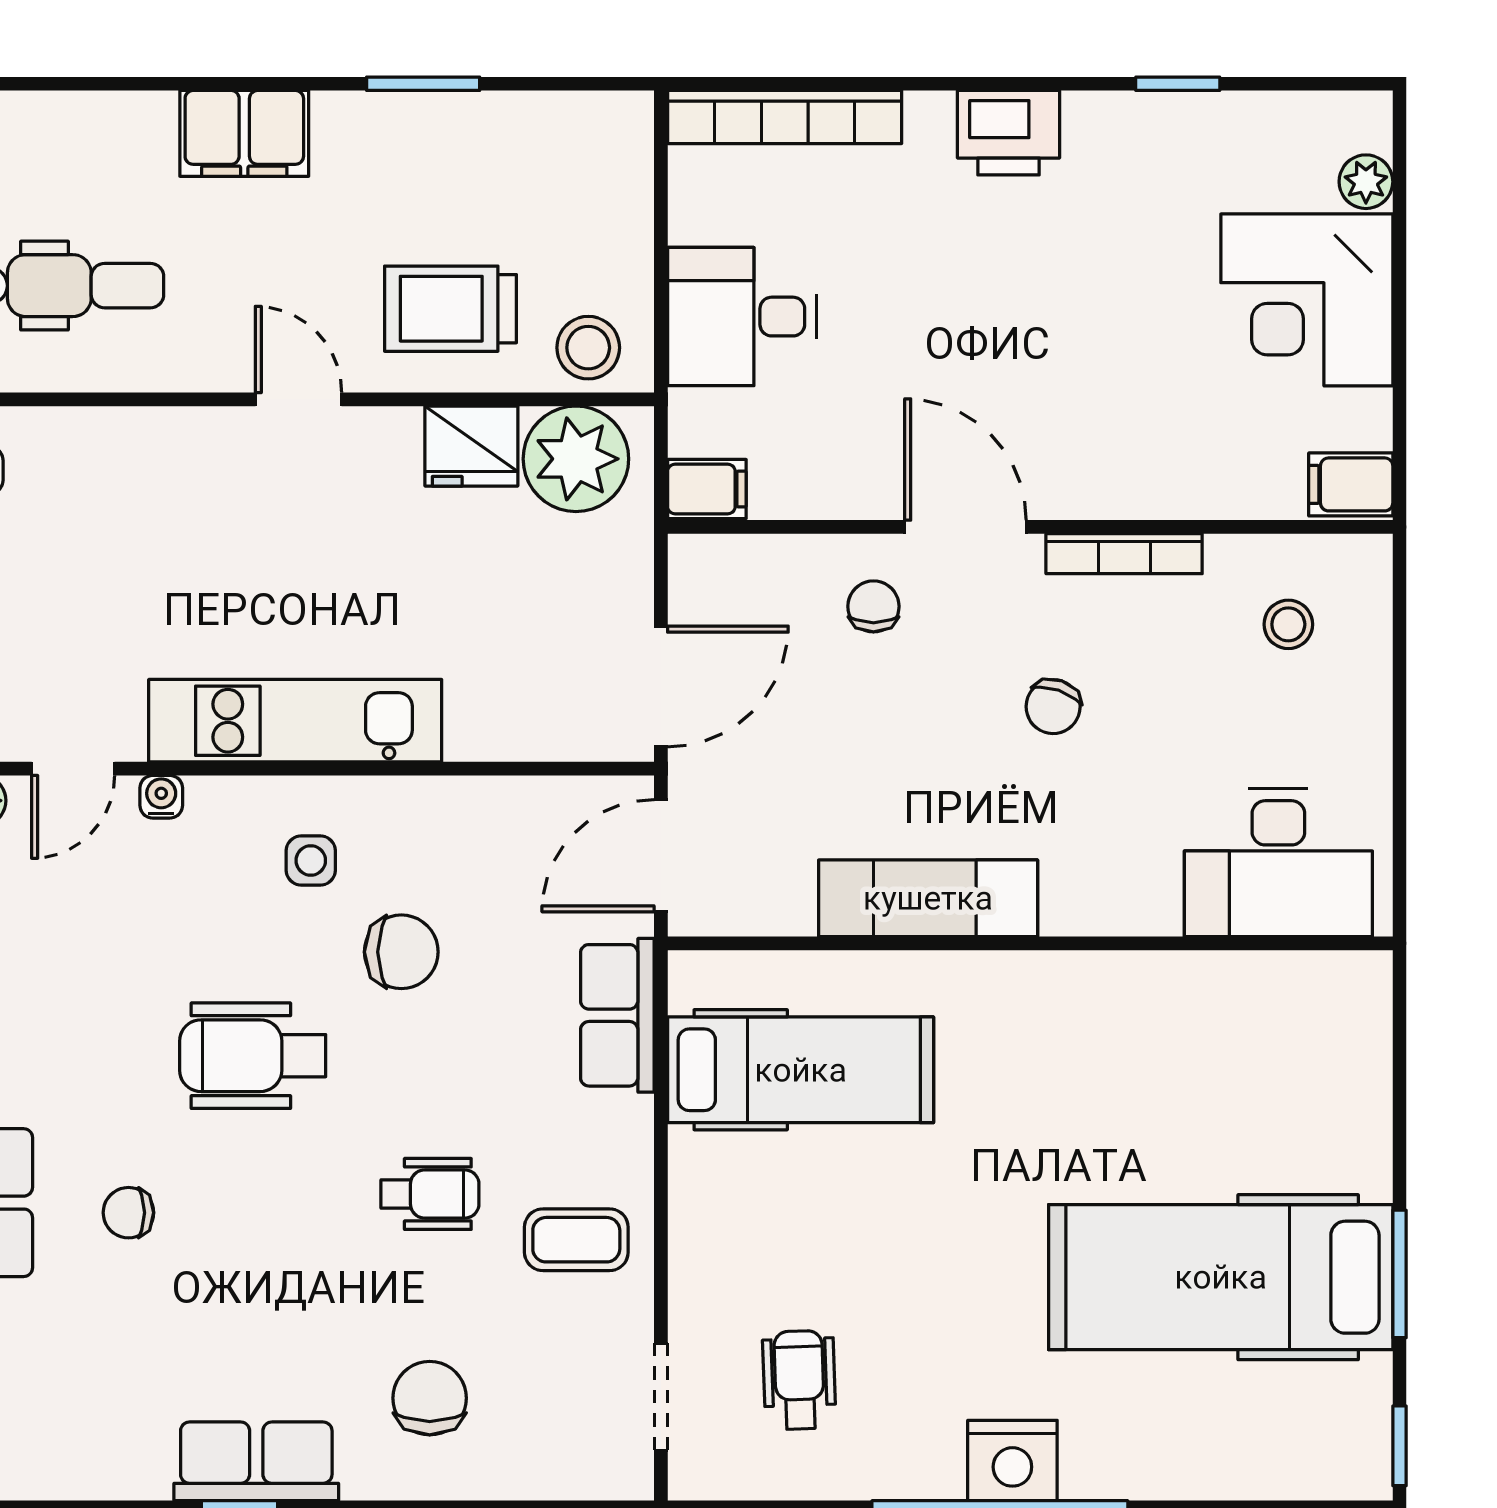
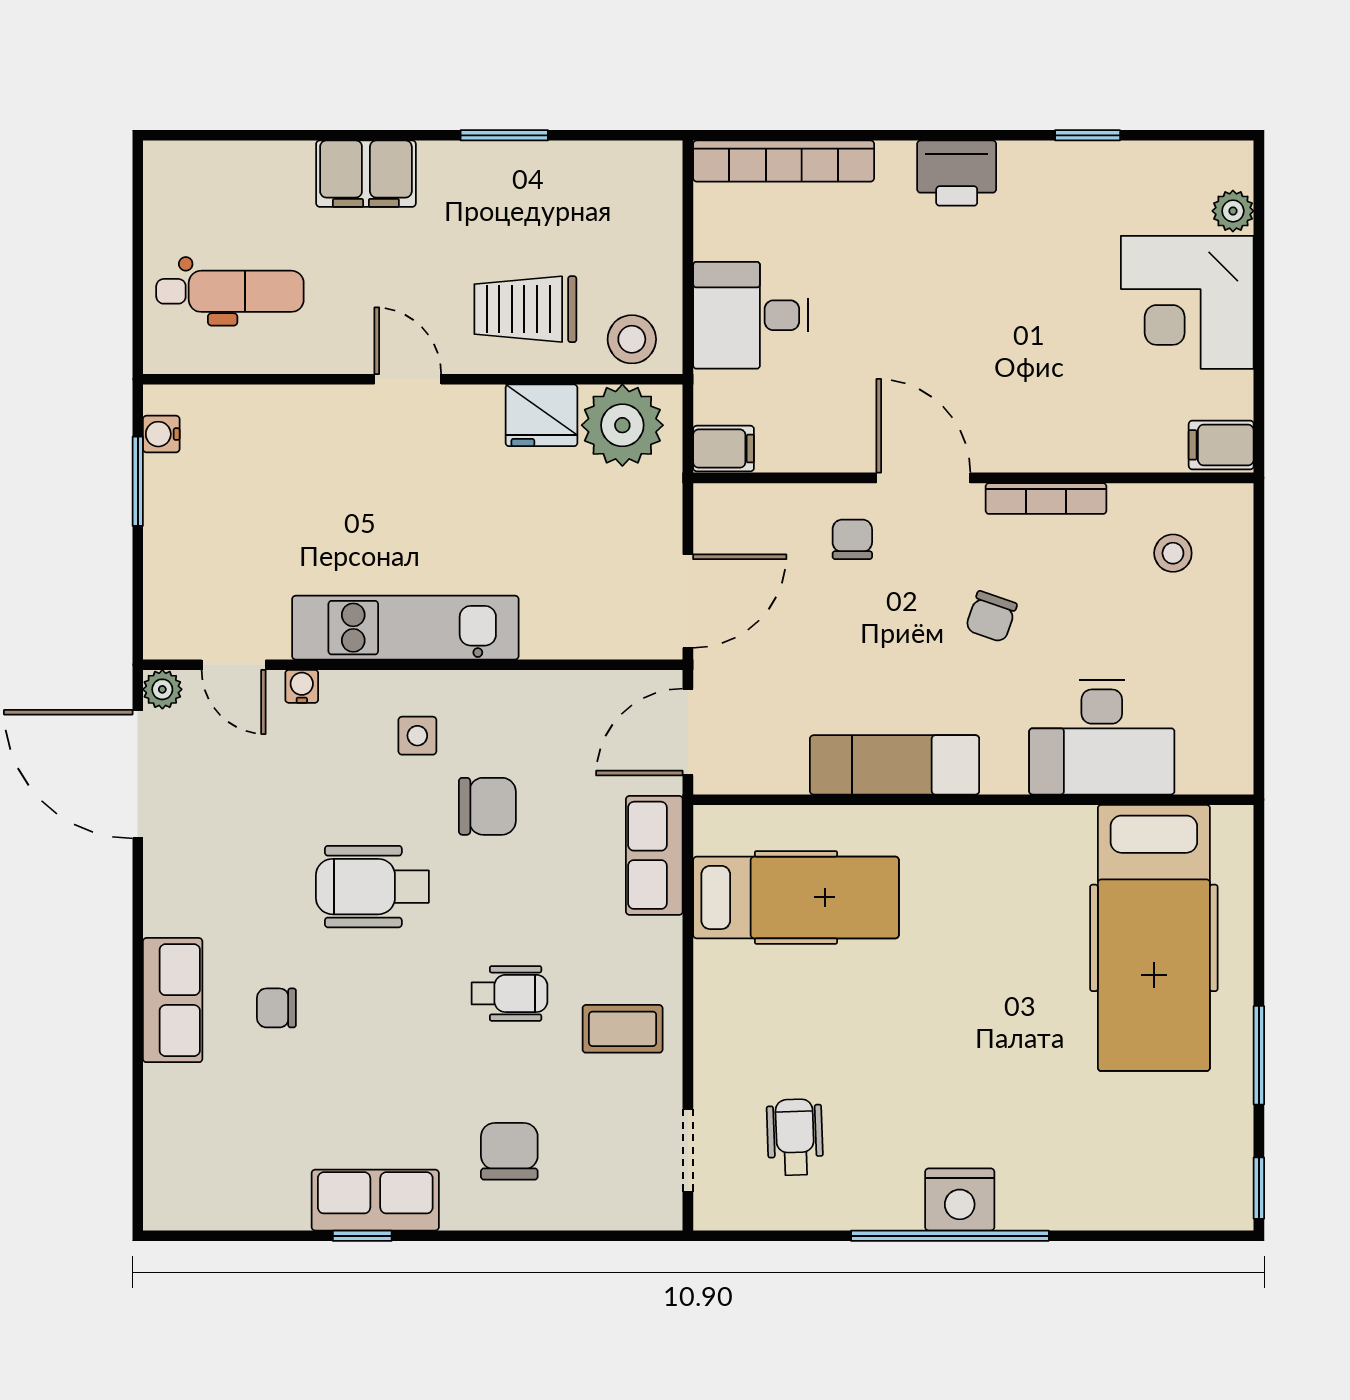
door: (73, 769) -> (234, 665), hinge flipped
desk: (1278, 863) -> (1102, 737), moved
hospital bed: (1221, 1277) -> (1154, 938), moved, turned -90

